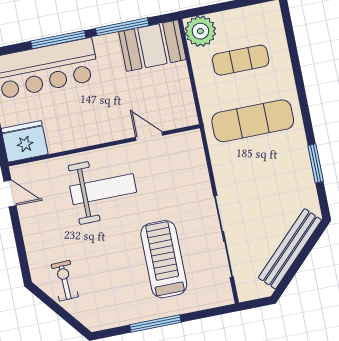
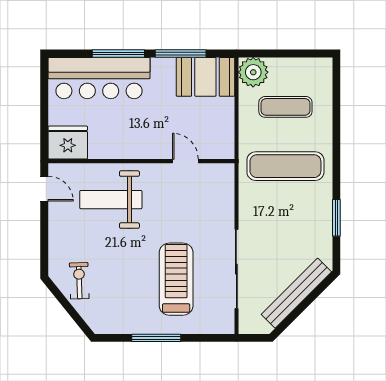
weight bench: (103, 189) -> (111, 200), moved, turned 180

